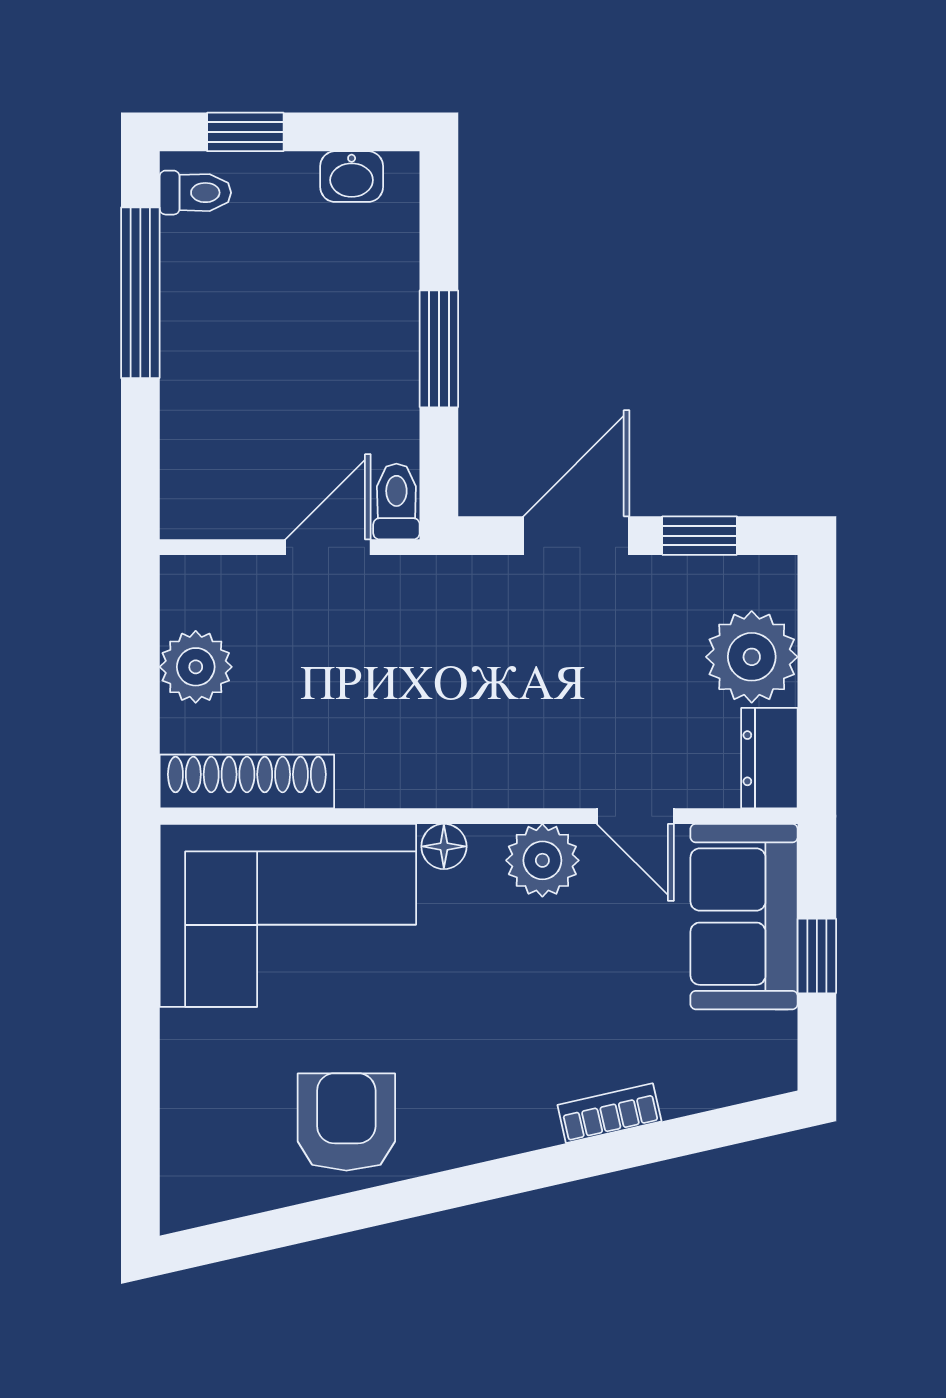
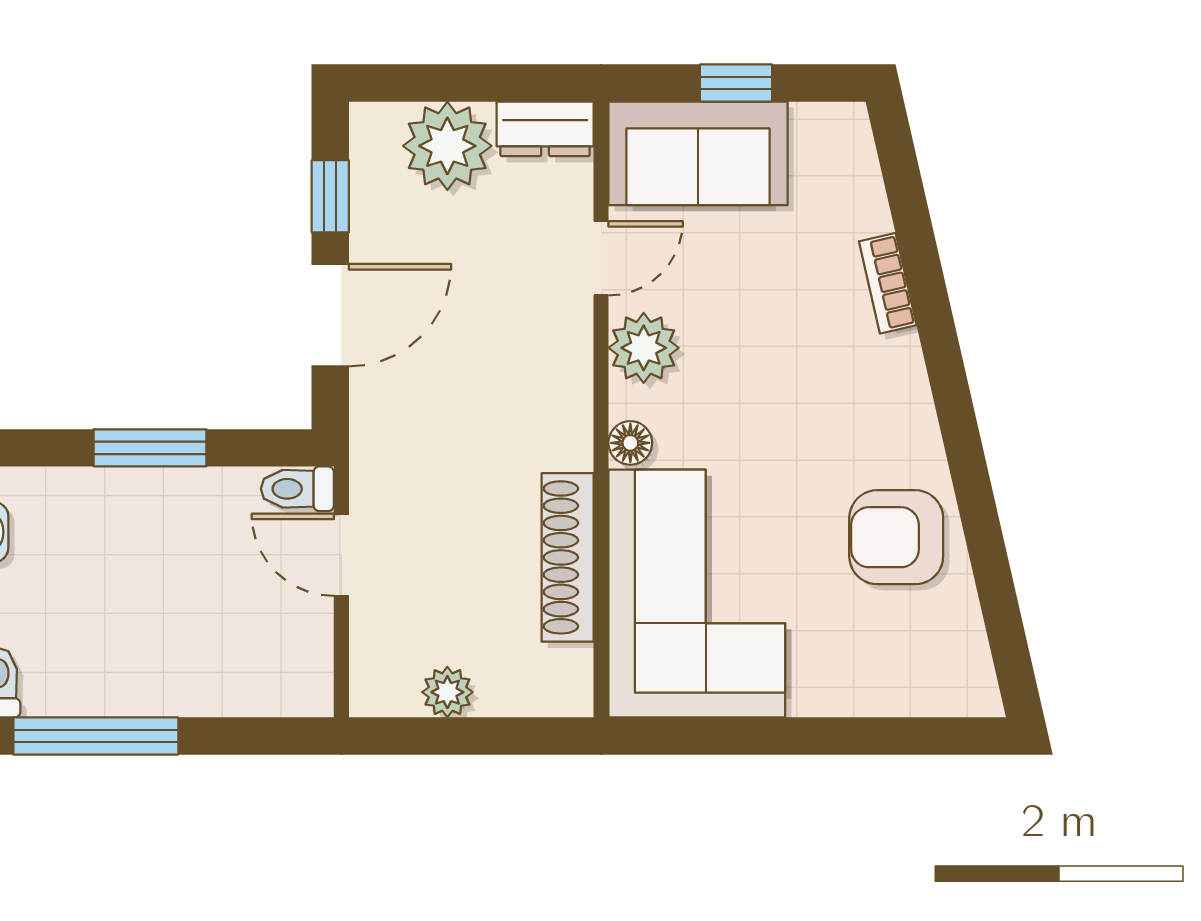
door: (576, 536) -> (330, 315), swing flipped
plant: (196, 667) -> (447, 692), width x0.73, depth x0.73
shoe rack: (247, 781) -> (568, 557), moved

